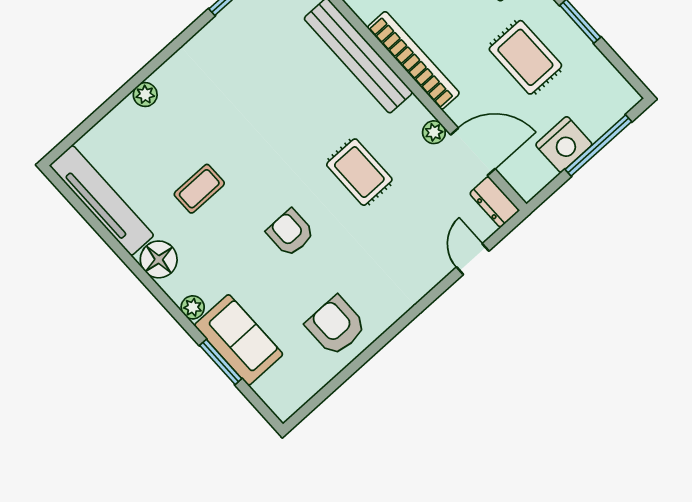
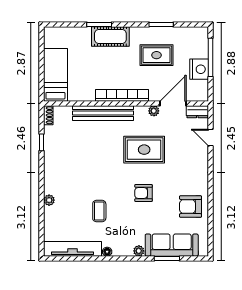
rug: (359, 172) -> (144, 150), width x1.36, depth x1.43
floor lamp: (159, 259) -> (107, 252), width x0.53, depth x0.53
sofa: (239, 340) -> (172, 245), width x1.36

